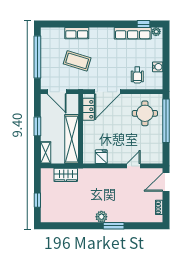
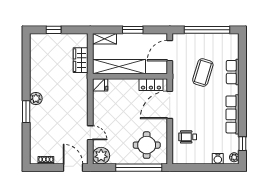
row of seats: (133, 33) -> (232, 114), moved
water cooler: (158, 67) -> (218, 159), moved
door: (107, 92) -> (170, 105), hinge flipped
plant: (155, 156) -> (101, 156), added
fridge: (101, 157) -> (100, 85), moved

